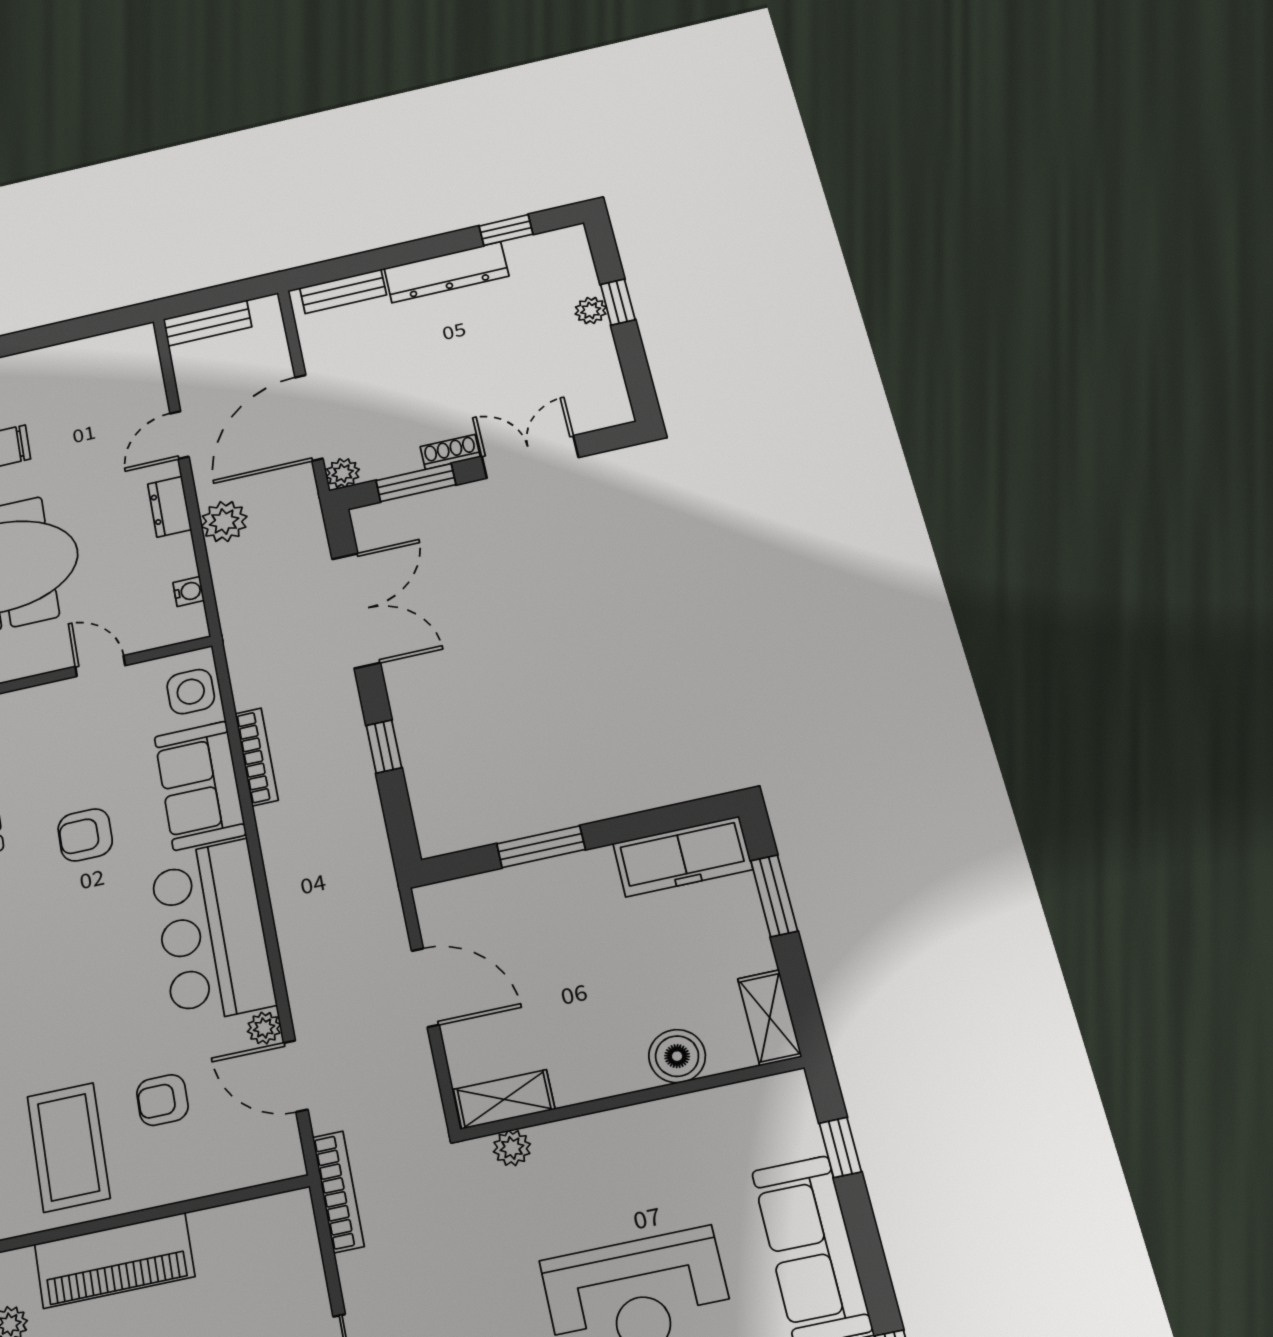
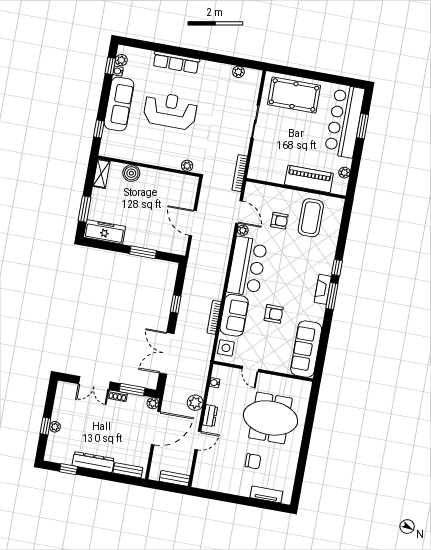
shelving: (504, 1099) -> (184, 181), removed

